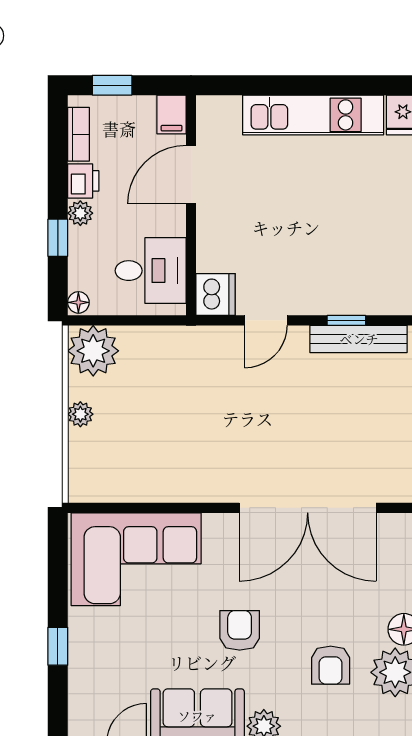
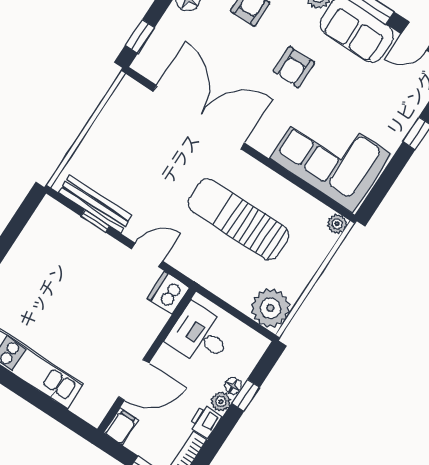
floor lamp: (78, 302) -> (233, 386), moved
plant: (80, 414) -> (337, 224), moved
sun lounger: (191, 425) -> (238, 219), added

